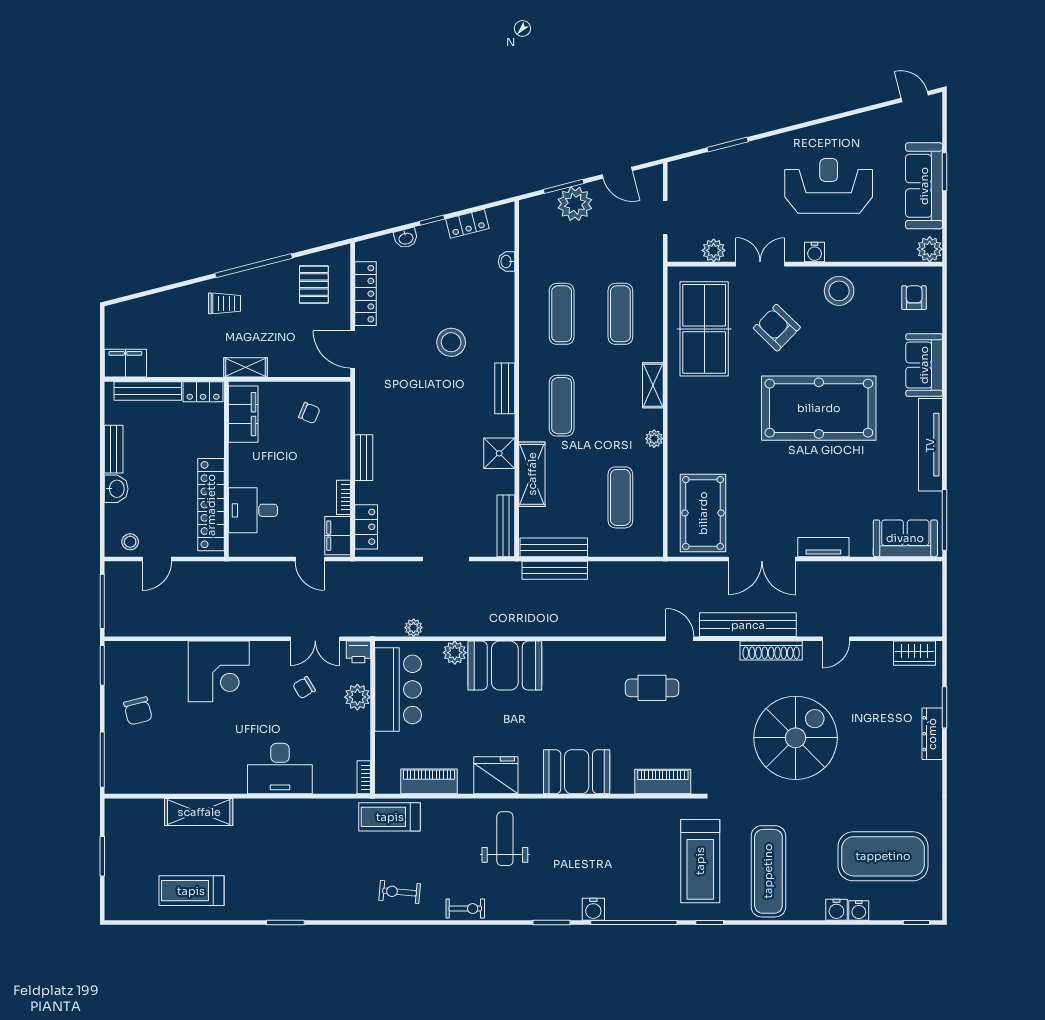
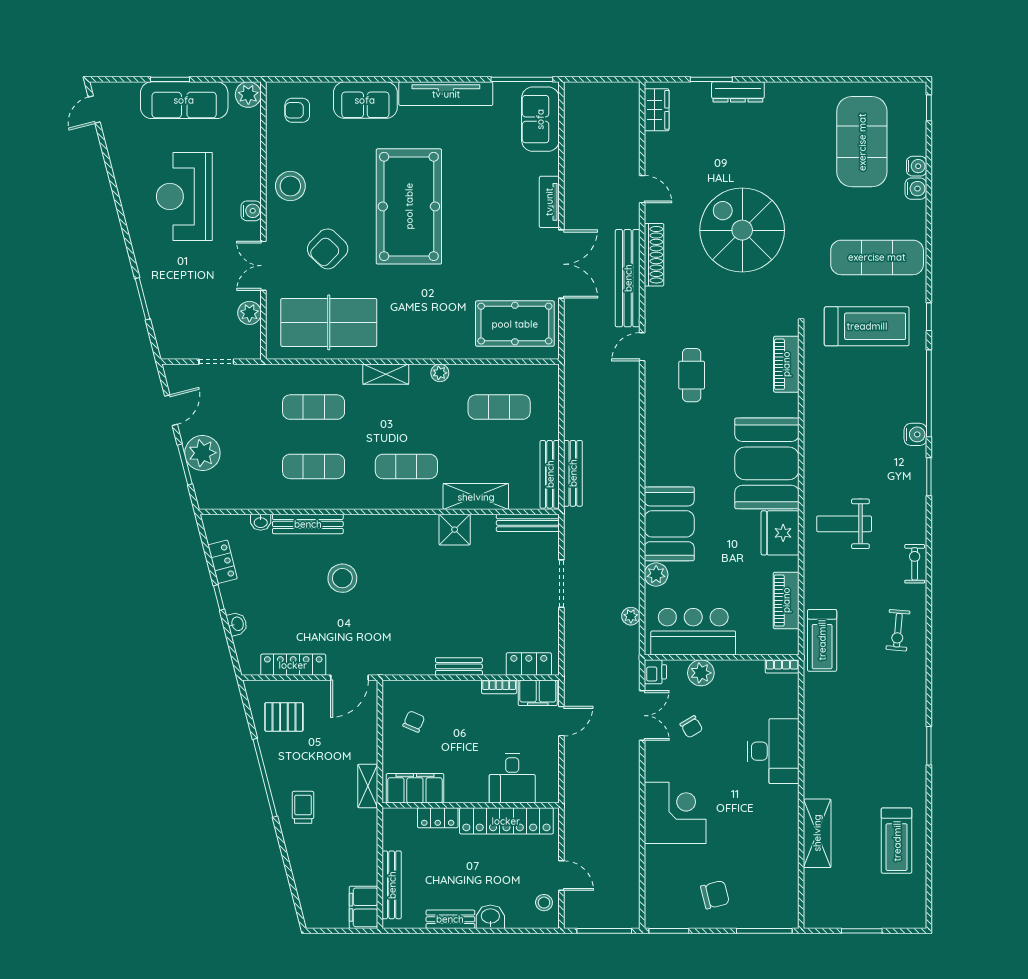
bench: (505, 388) -> (308, 524), moved, width x1.36
locker: (203, 392) -> (438, 818), moved, turned 90
booth: (577, 772) -> (767, 463), width x1.36, depth x1.42

